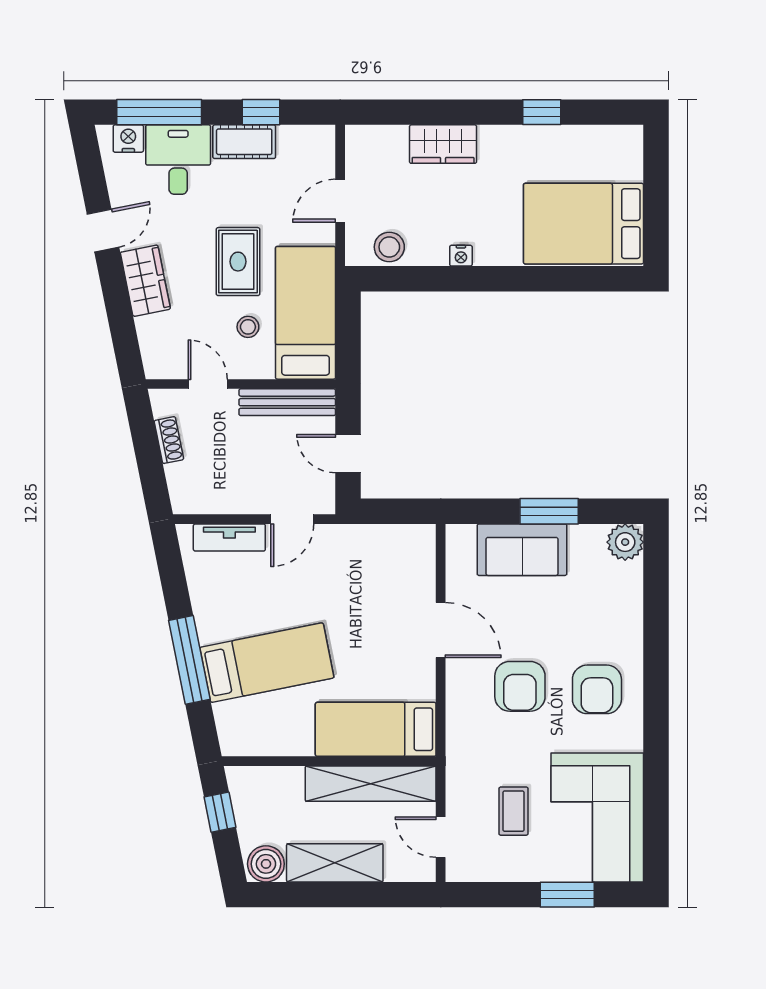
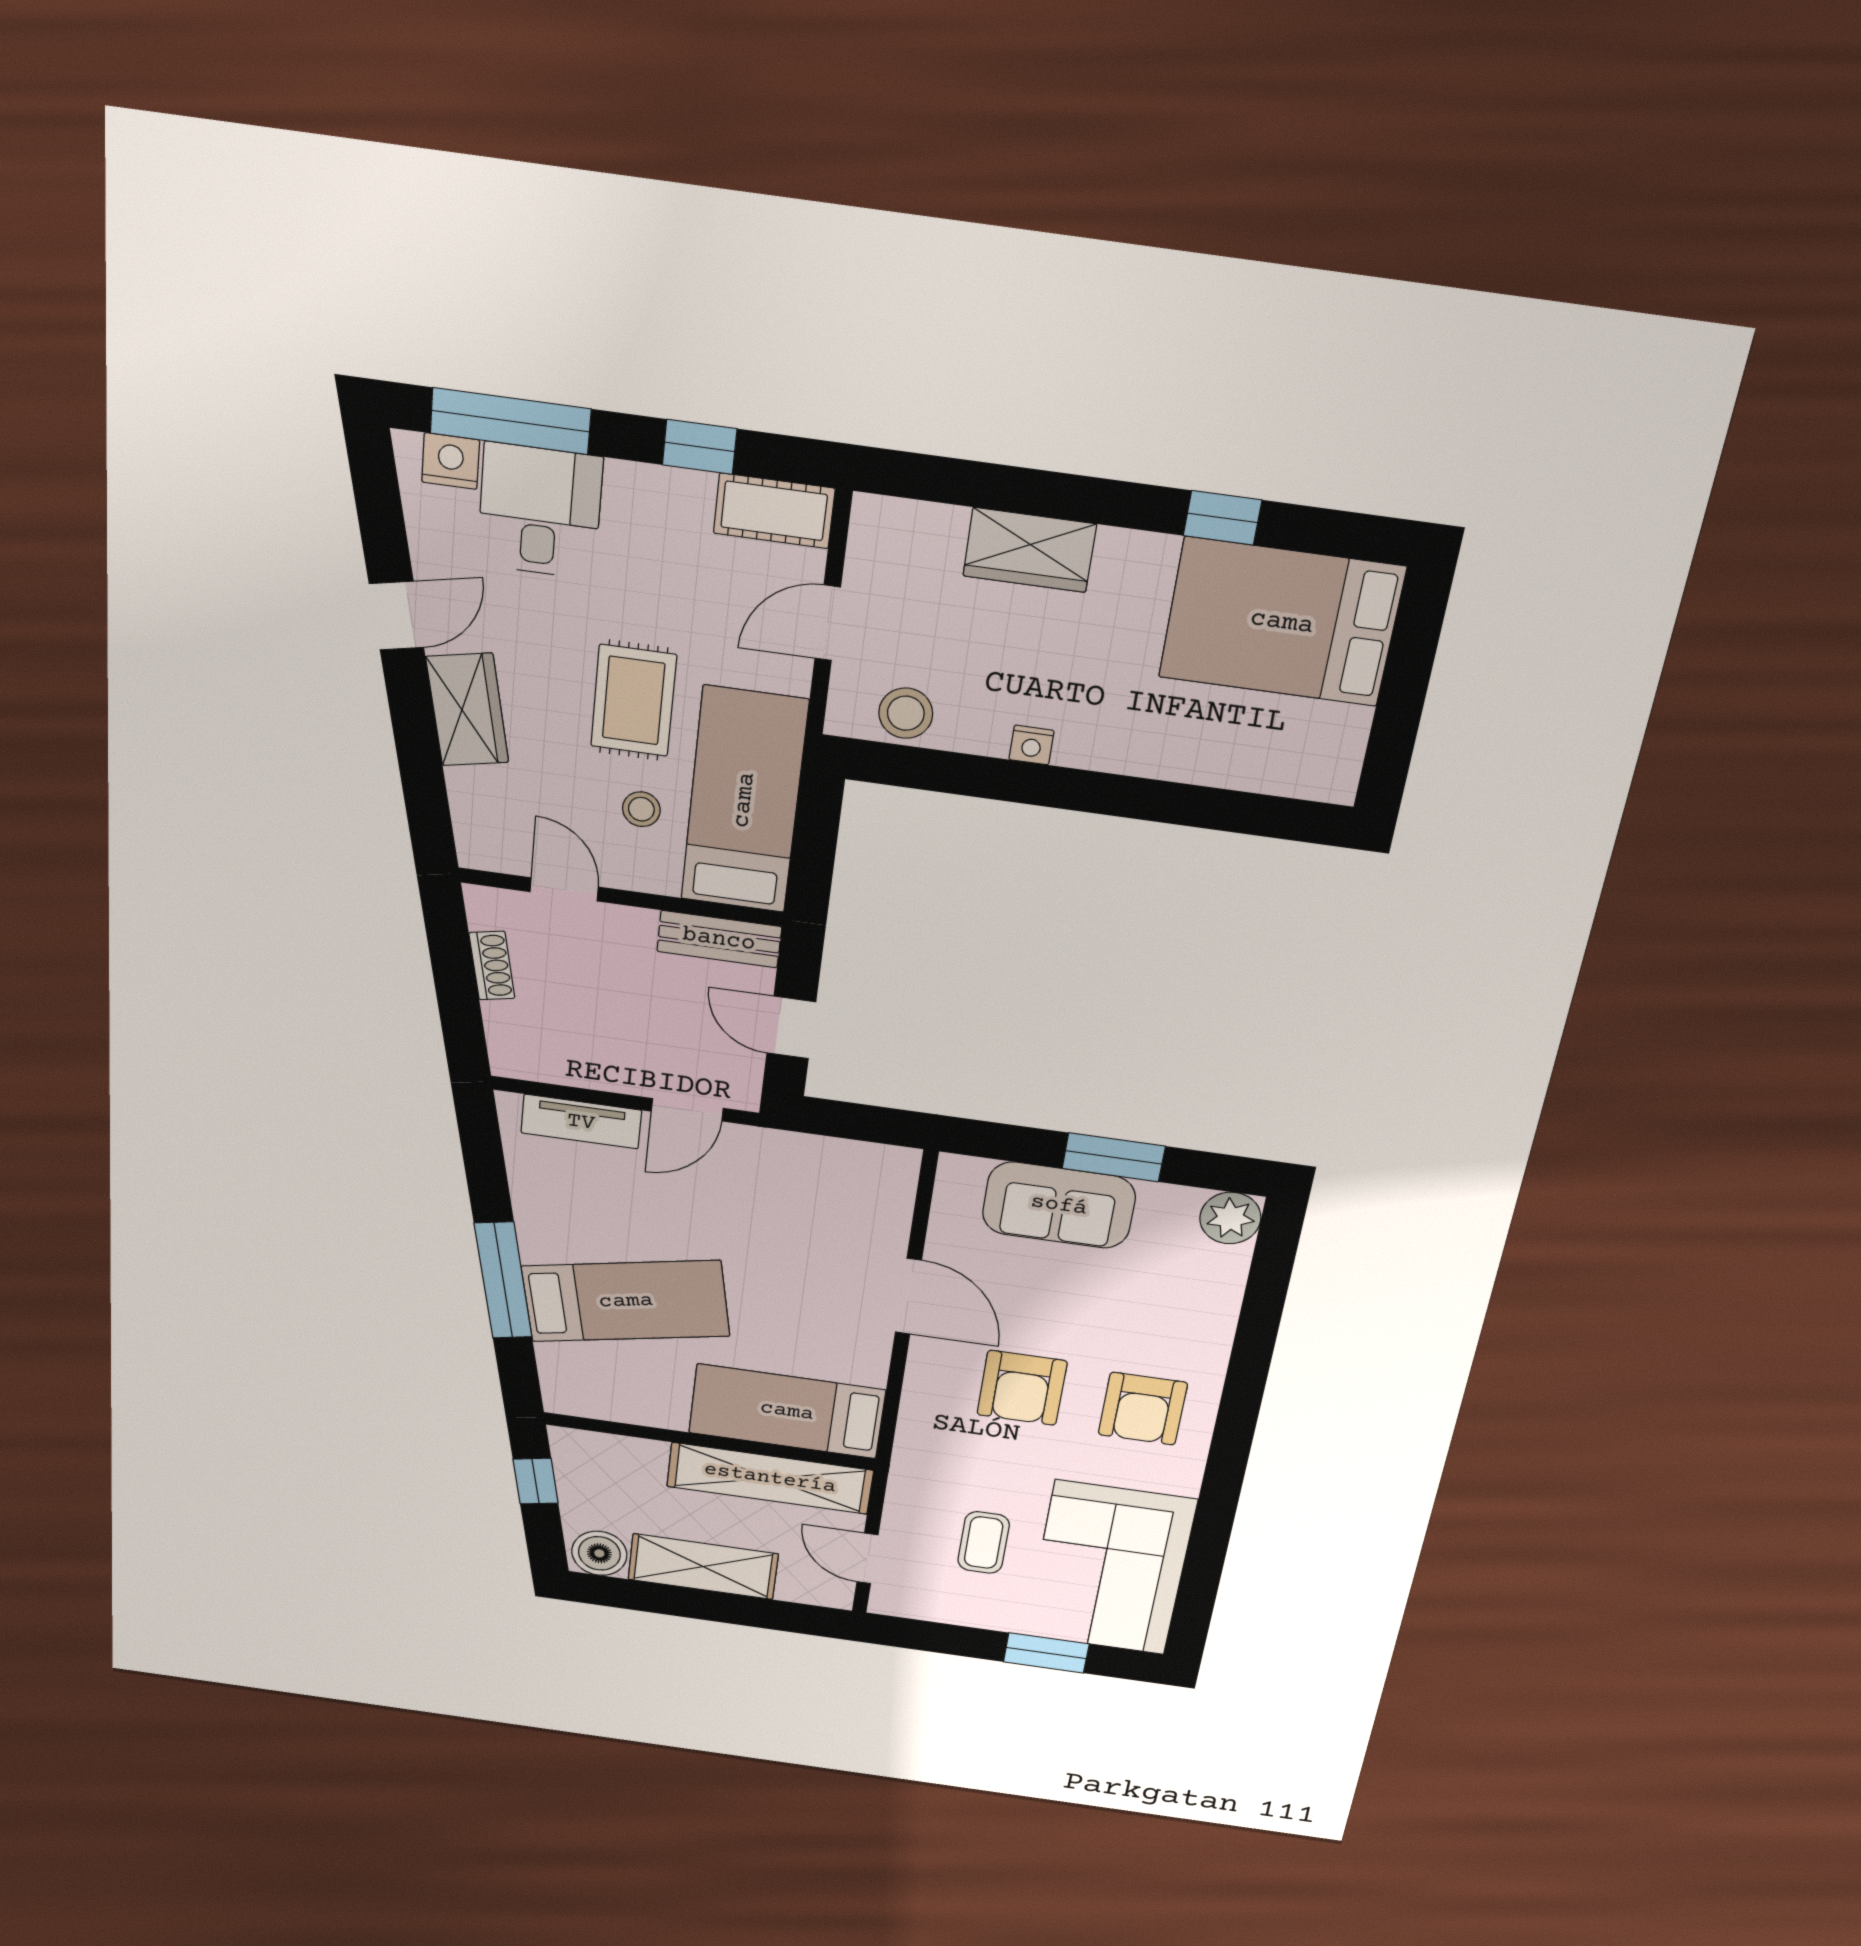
cot: (244, 142) -> (774, 511), moved
bed: (584, 224) -> (1282, 622), moved
bench: (287, 402) -> (719, 939), width x0.73

